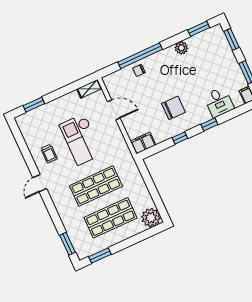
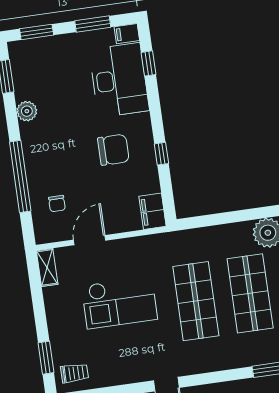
chair: (139, 70) -> (57, 204), moved
desk: (219, 102) -> (119, 80), width x1.87, depth x1.30
chair: (173, 108) -> (113, 150), turned 90
window: (209, 124) -> (149, 63), moved
trolley: (49, 154) -> (75, 373), moved

